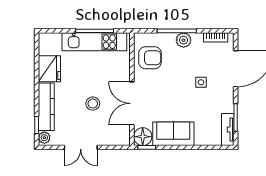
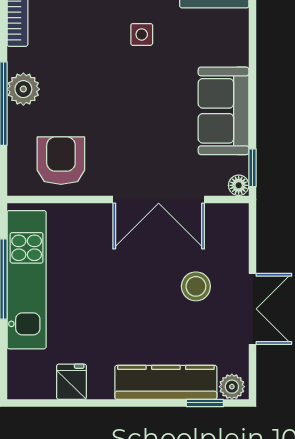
fridge: (49, 69) -> (72, 382), width x0.53, depth x0.75
side table: (201, 82) -> (142, 34), moved
stool: (93, 104) -> (196, 286), moved
floor lamp: (143, 137) -> (239, 185), width x0.53, depth x0.53

